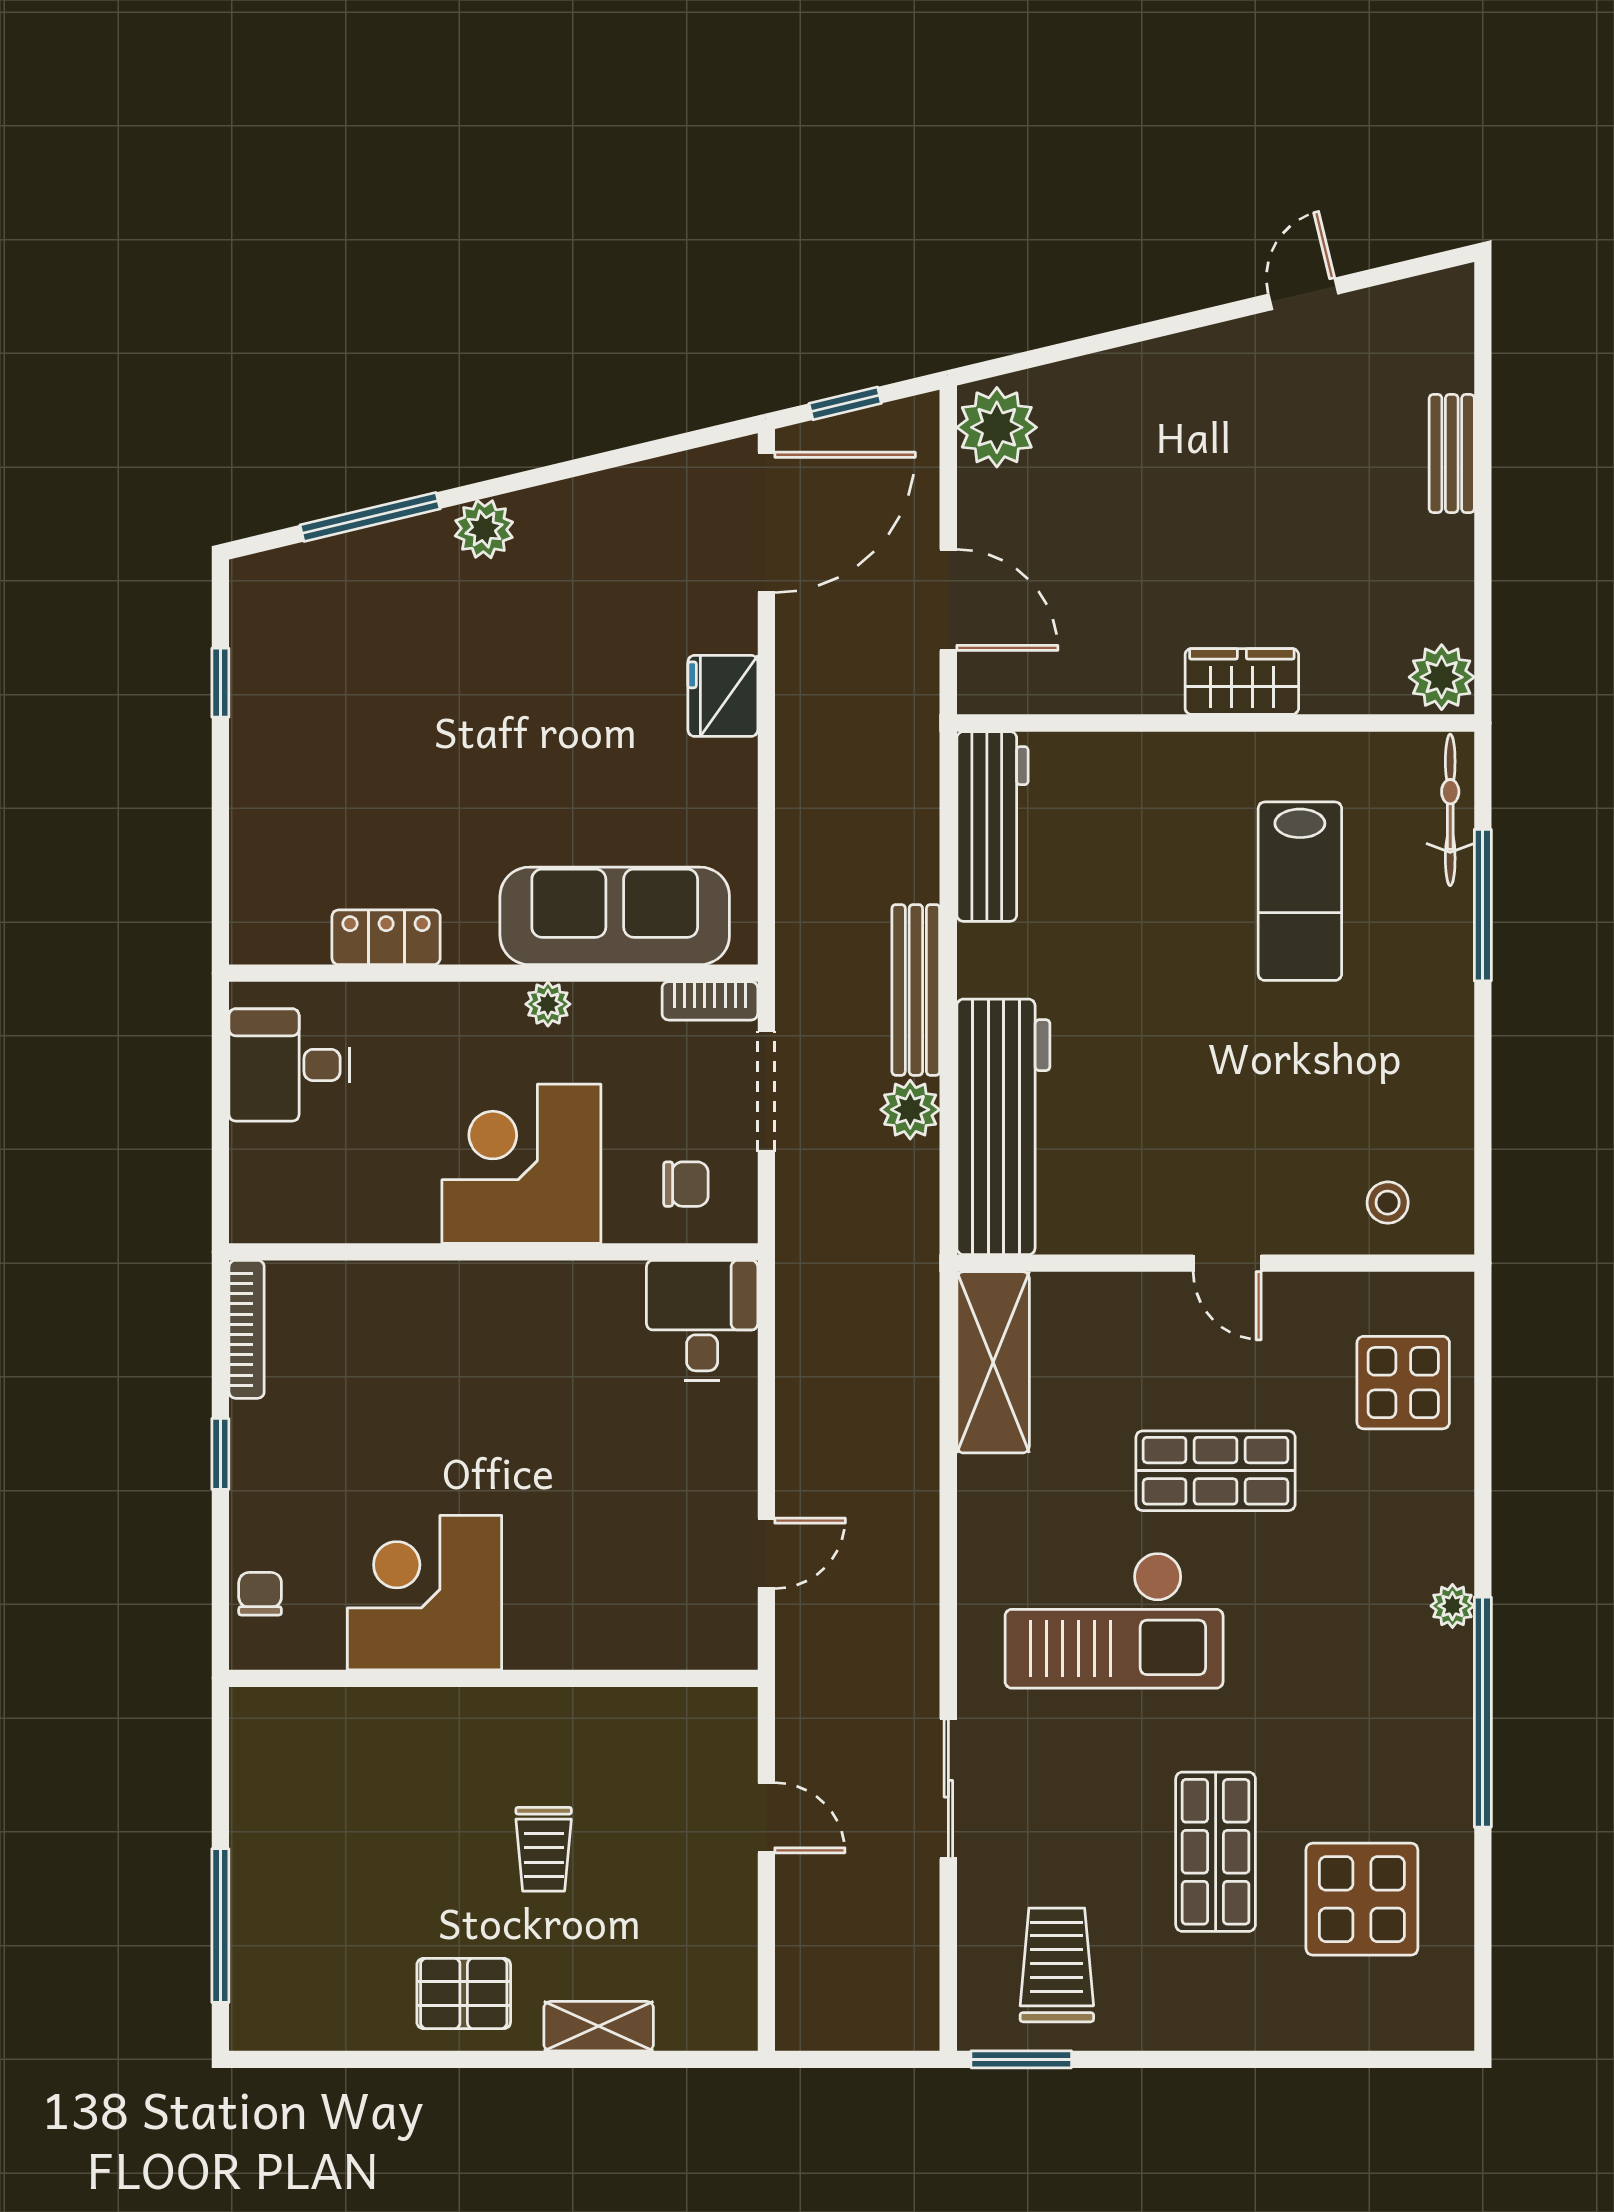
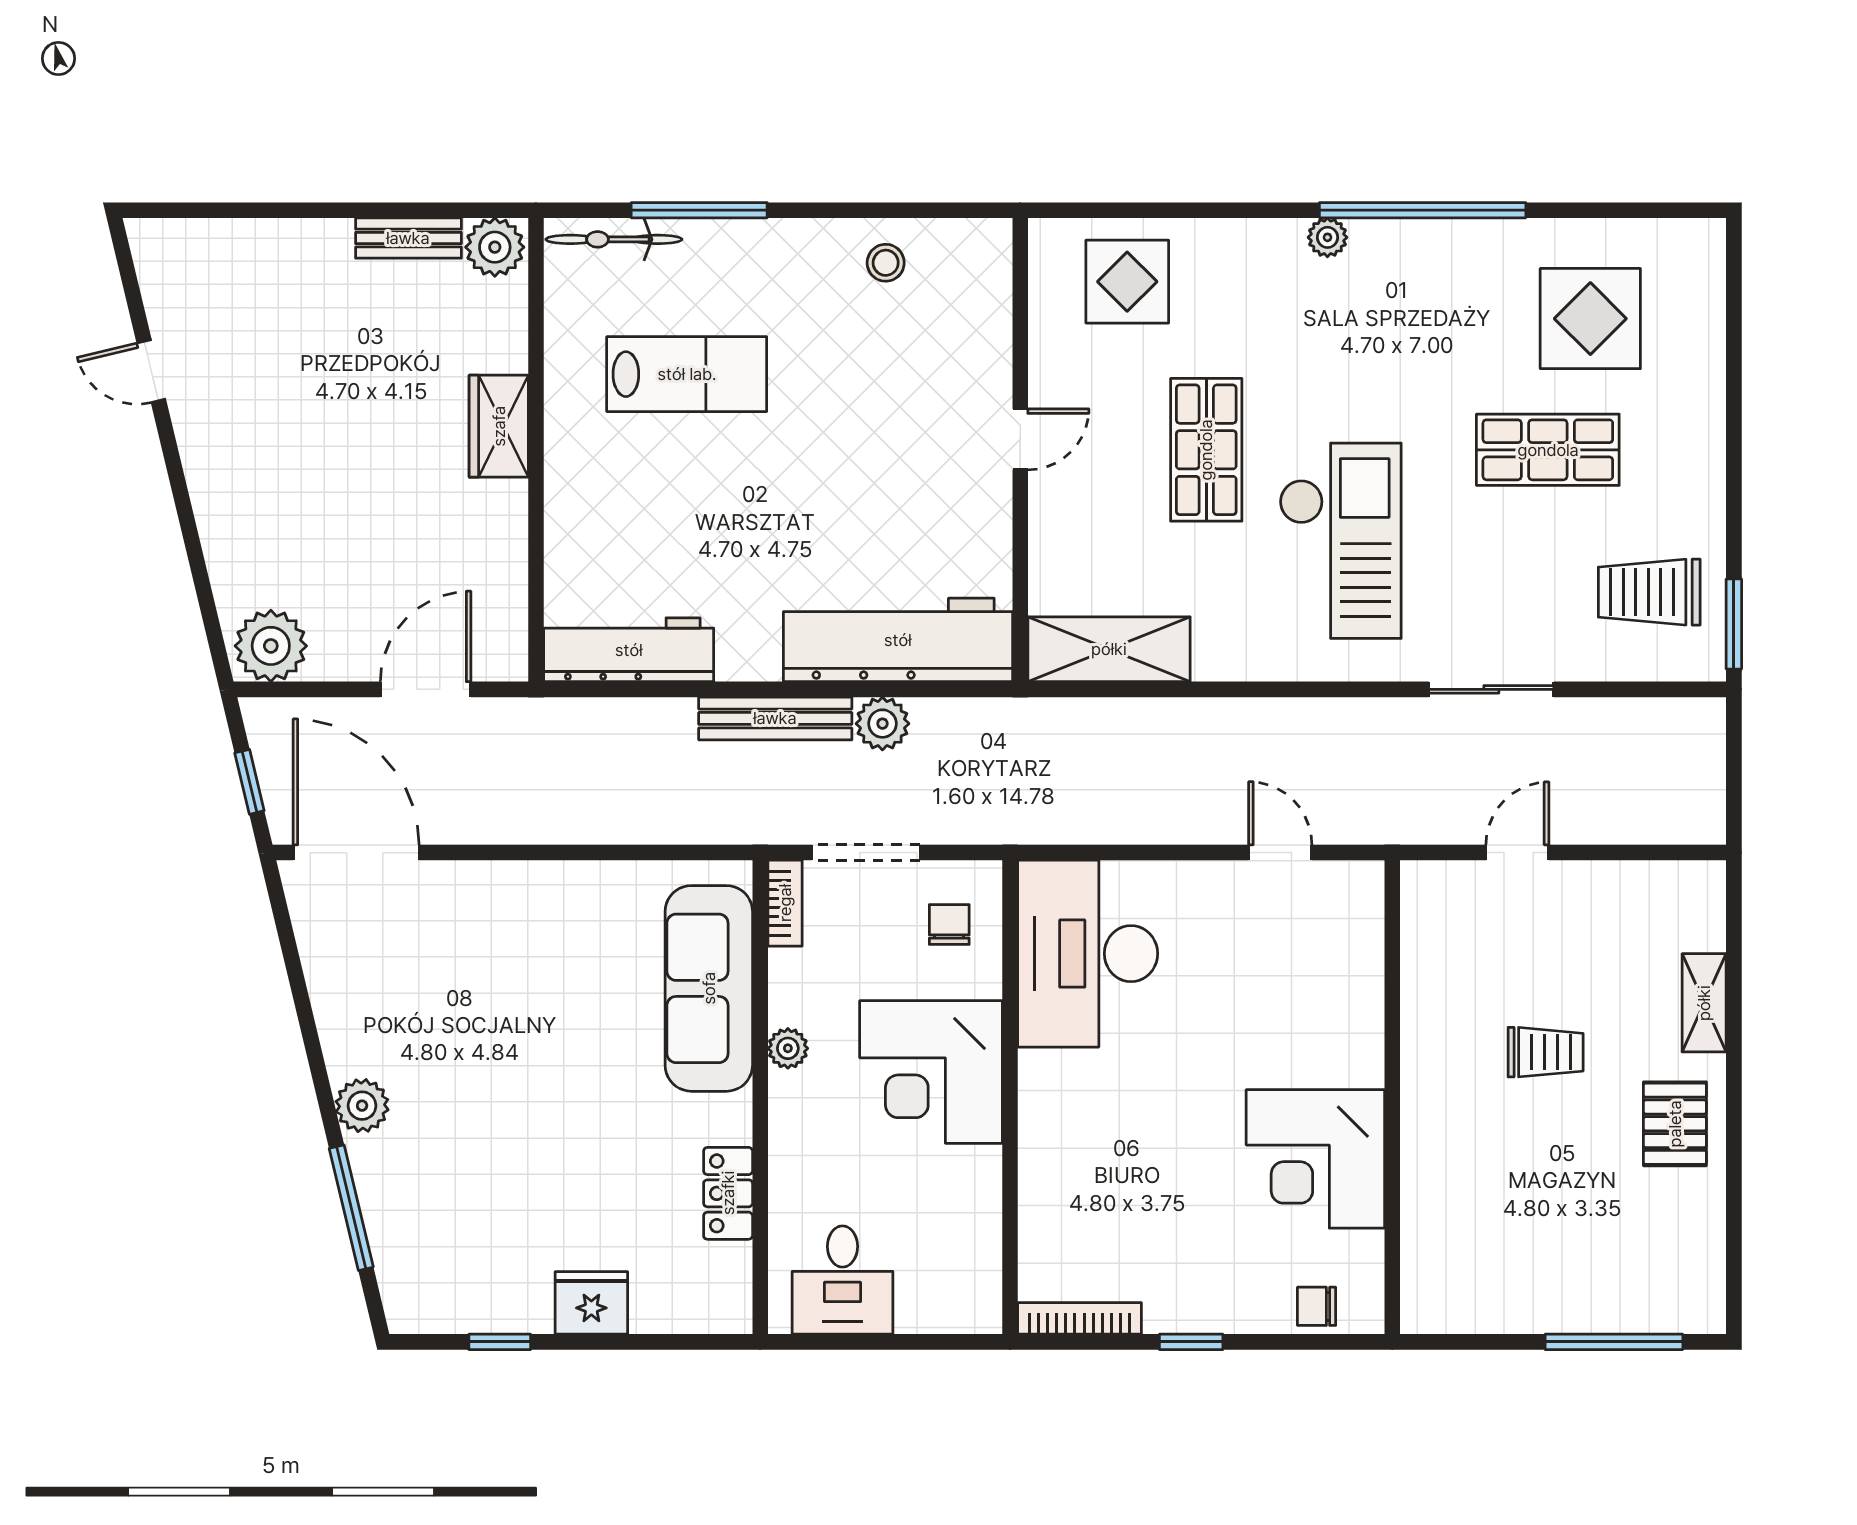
bench: (1452, 453) -> (408, 238), moved
fridge: (723, 696) -> (591, 1303), moved, turned 180
stool: (1388, 1203) -> (886, 263), moved
desk: (702, 1320) -> (1088, 954), width x1.87, depth x1.30

